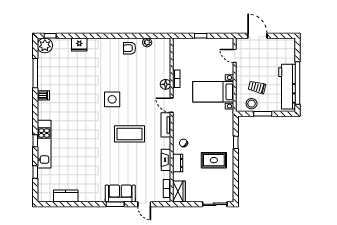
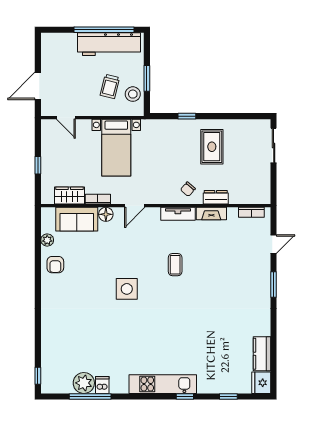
plant: (45, 45) -> (84, 383), moved
fridge: (79, 45) -> (261, 383), moved, turned 180
door: (235, 56) -> (66, 118), hinge flipped
dishwasher: (43, 95) -> (102, 385), moved
tv unit: (166, 125) -> (178, 214), moved
coffee table: (129, 134) -> (175, 265), width x0.54, depth x0.58
kitchen unit: (44, 144) -> (163, 384), moved
wardrobe: (179, 192) -> (69, 196), moved
sofa: (120, 194) -> (77, 219), moved, turned -90

